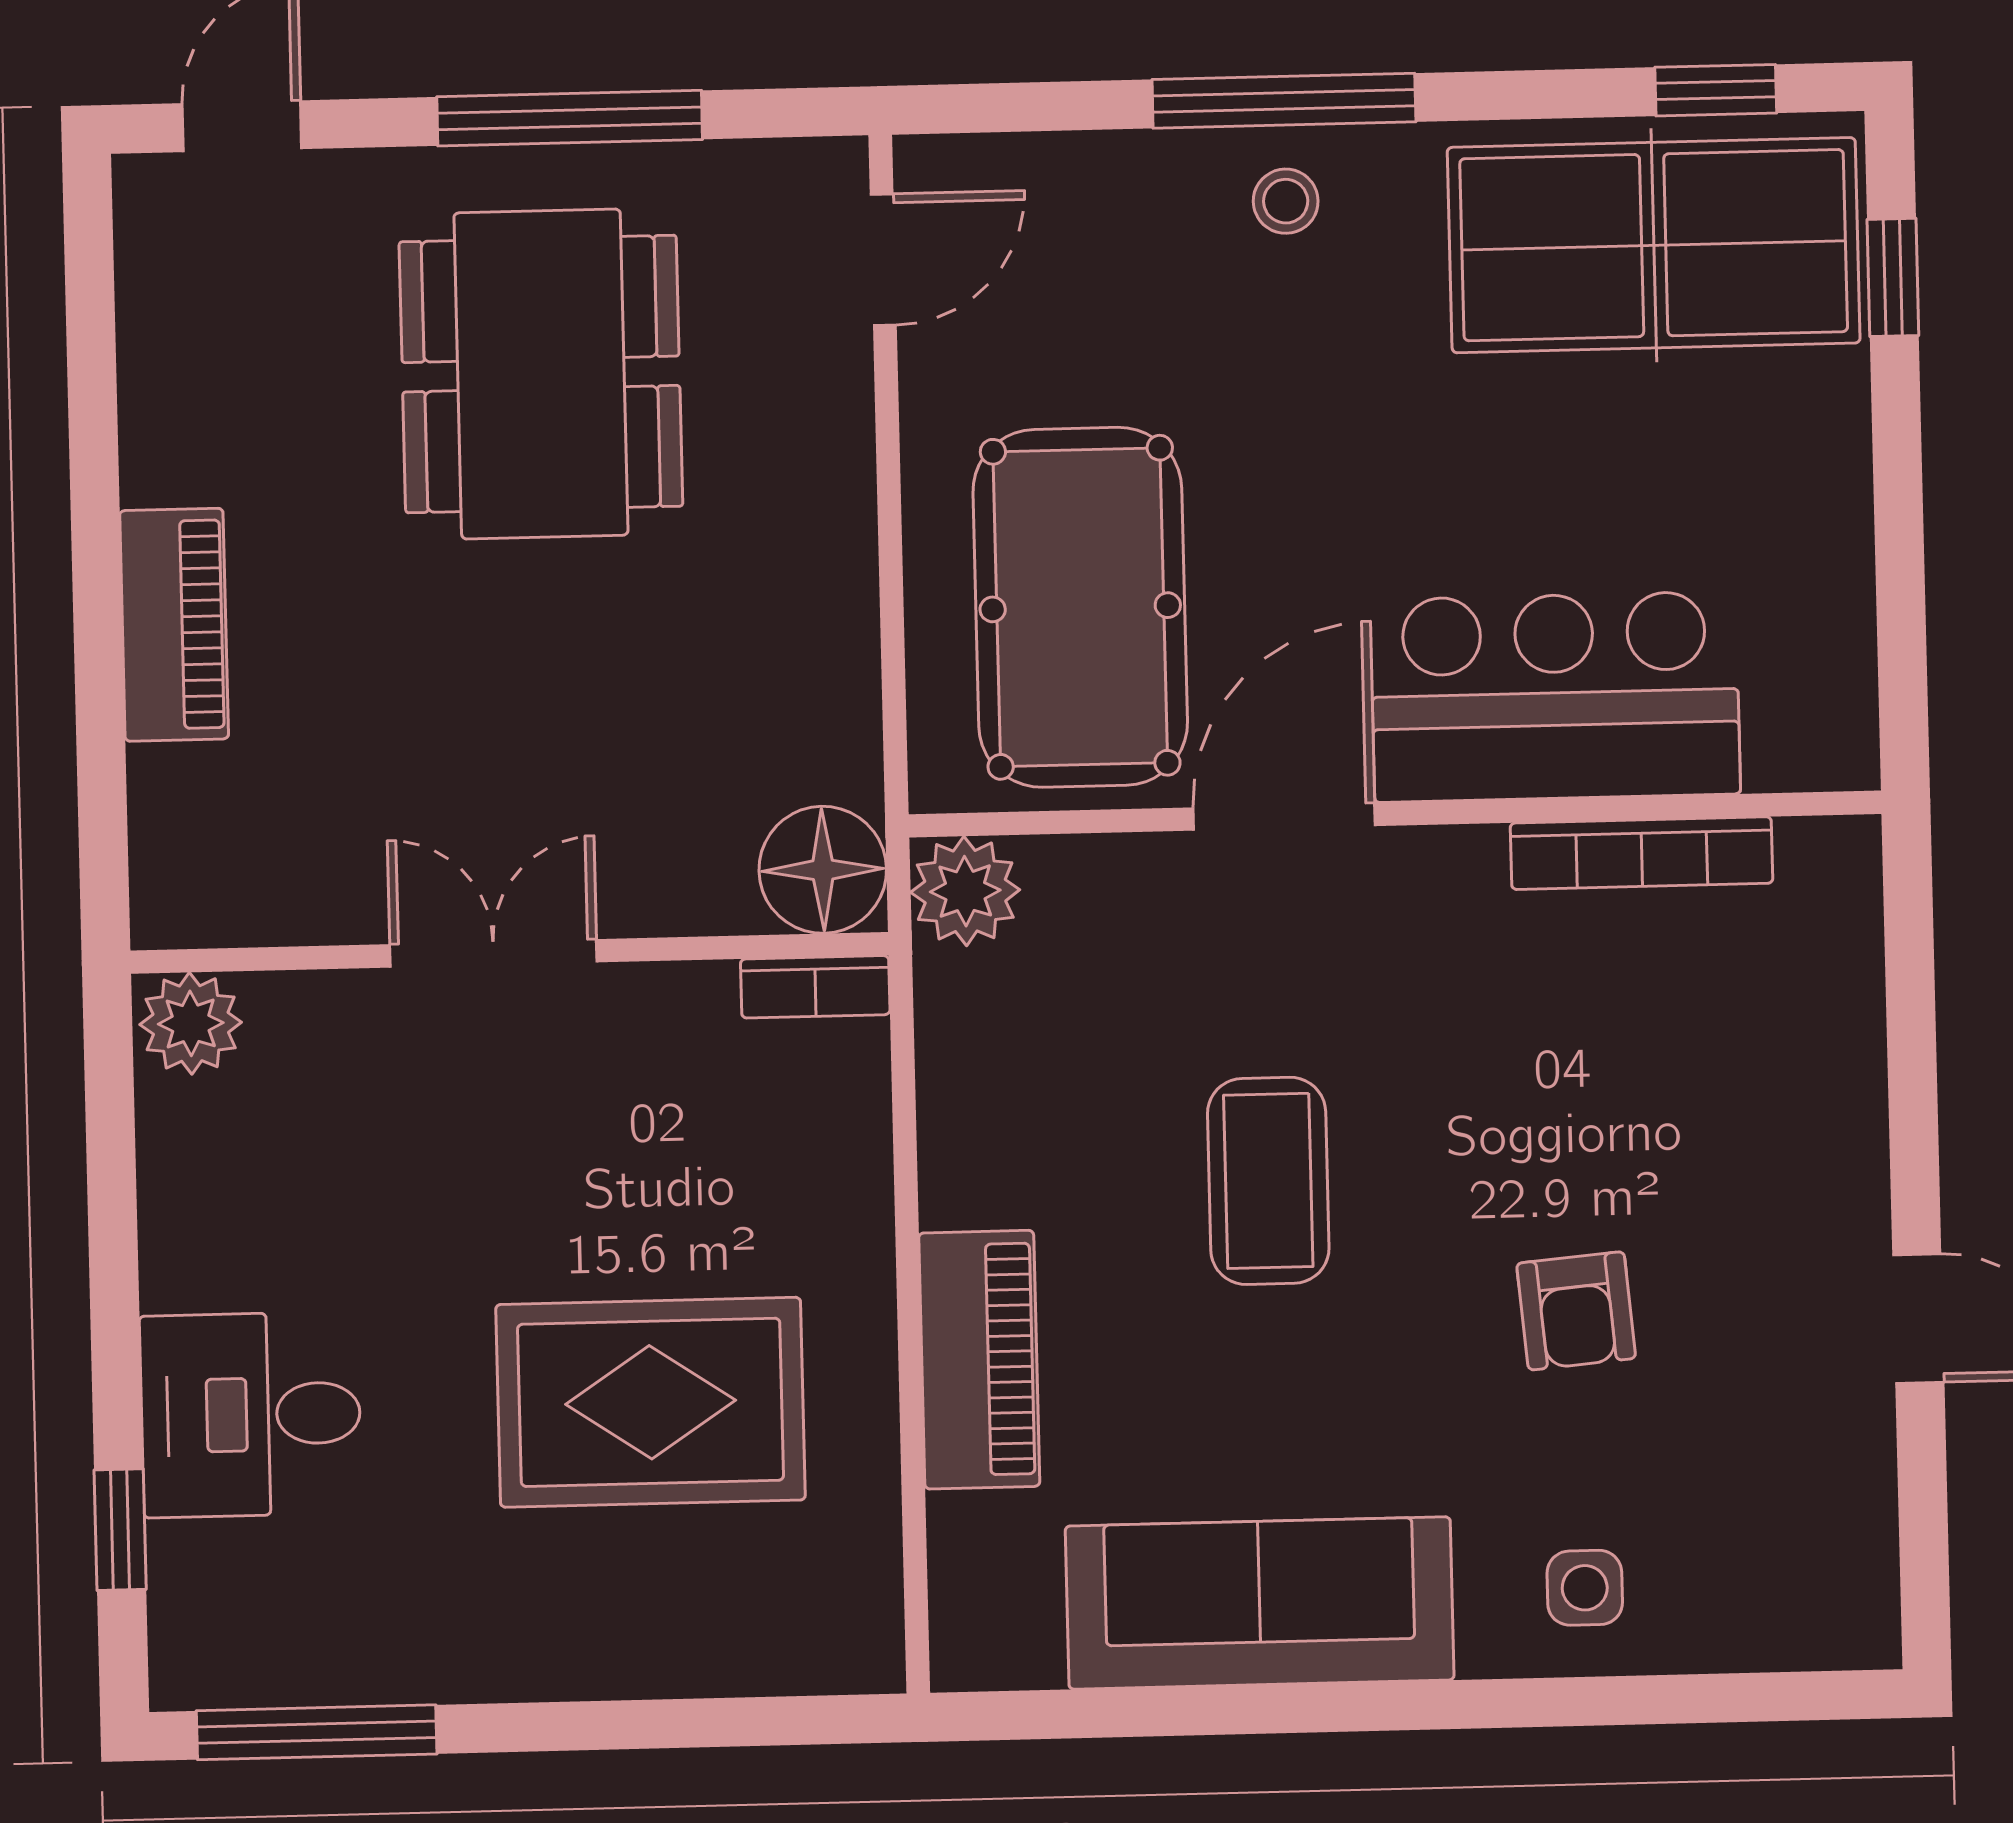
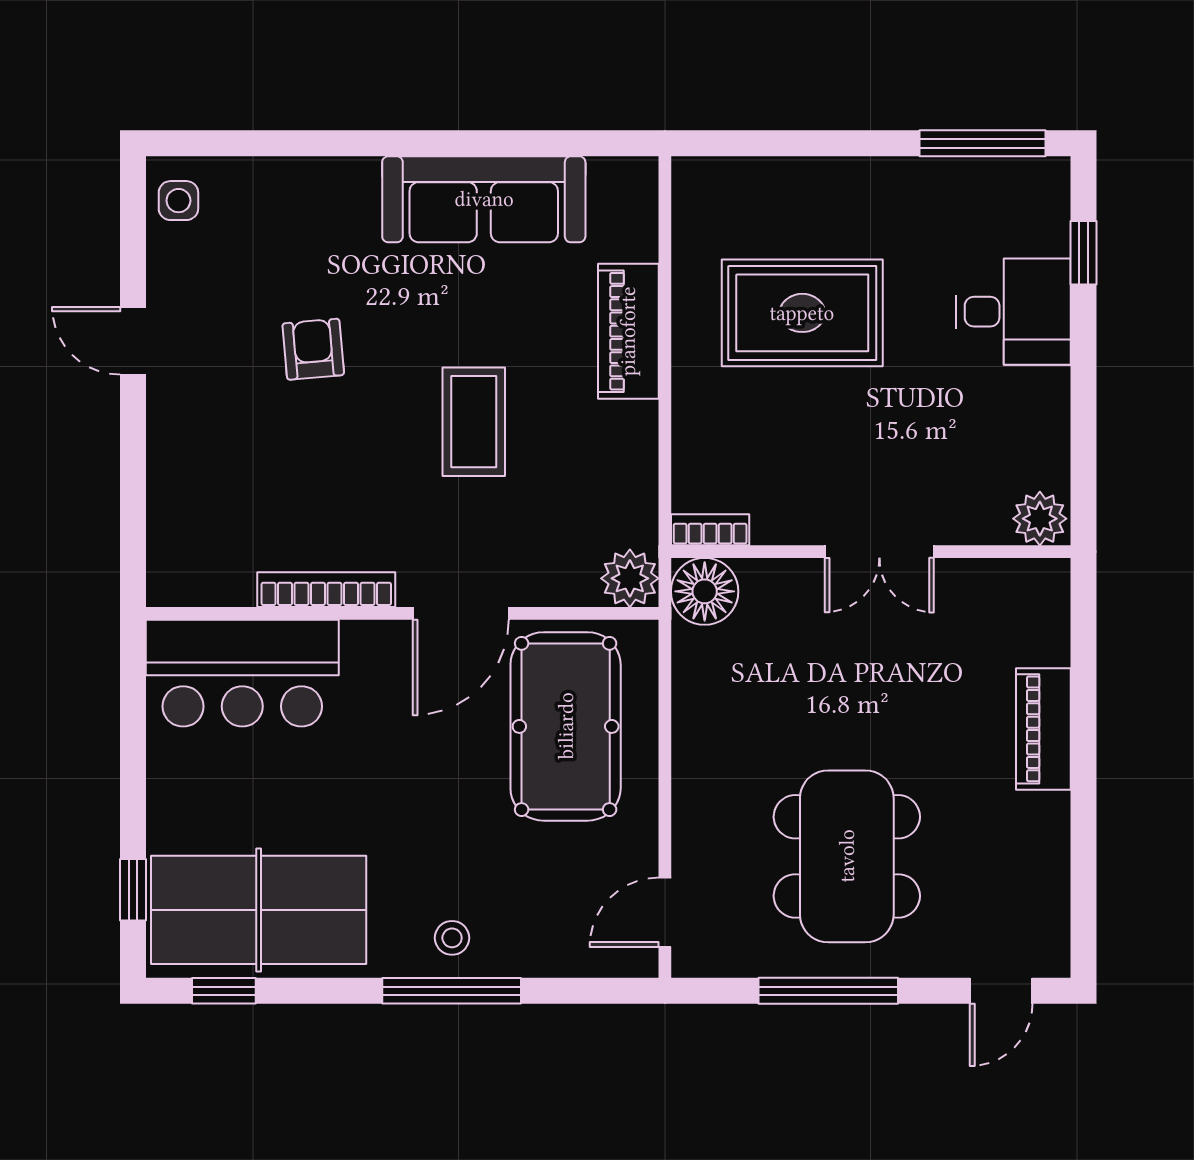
bar counter: (1555, 697) -> (242, 673), moved
bookcase: (1642, 853) -> (326, 590), moved
side table: (1585, 1588) -> (178, 201), moved

